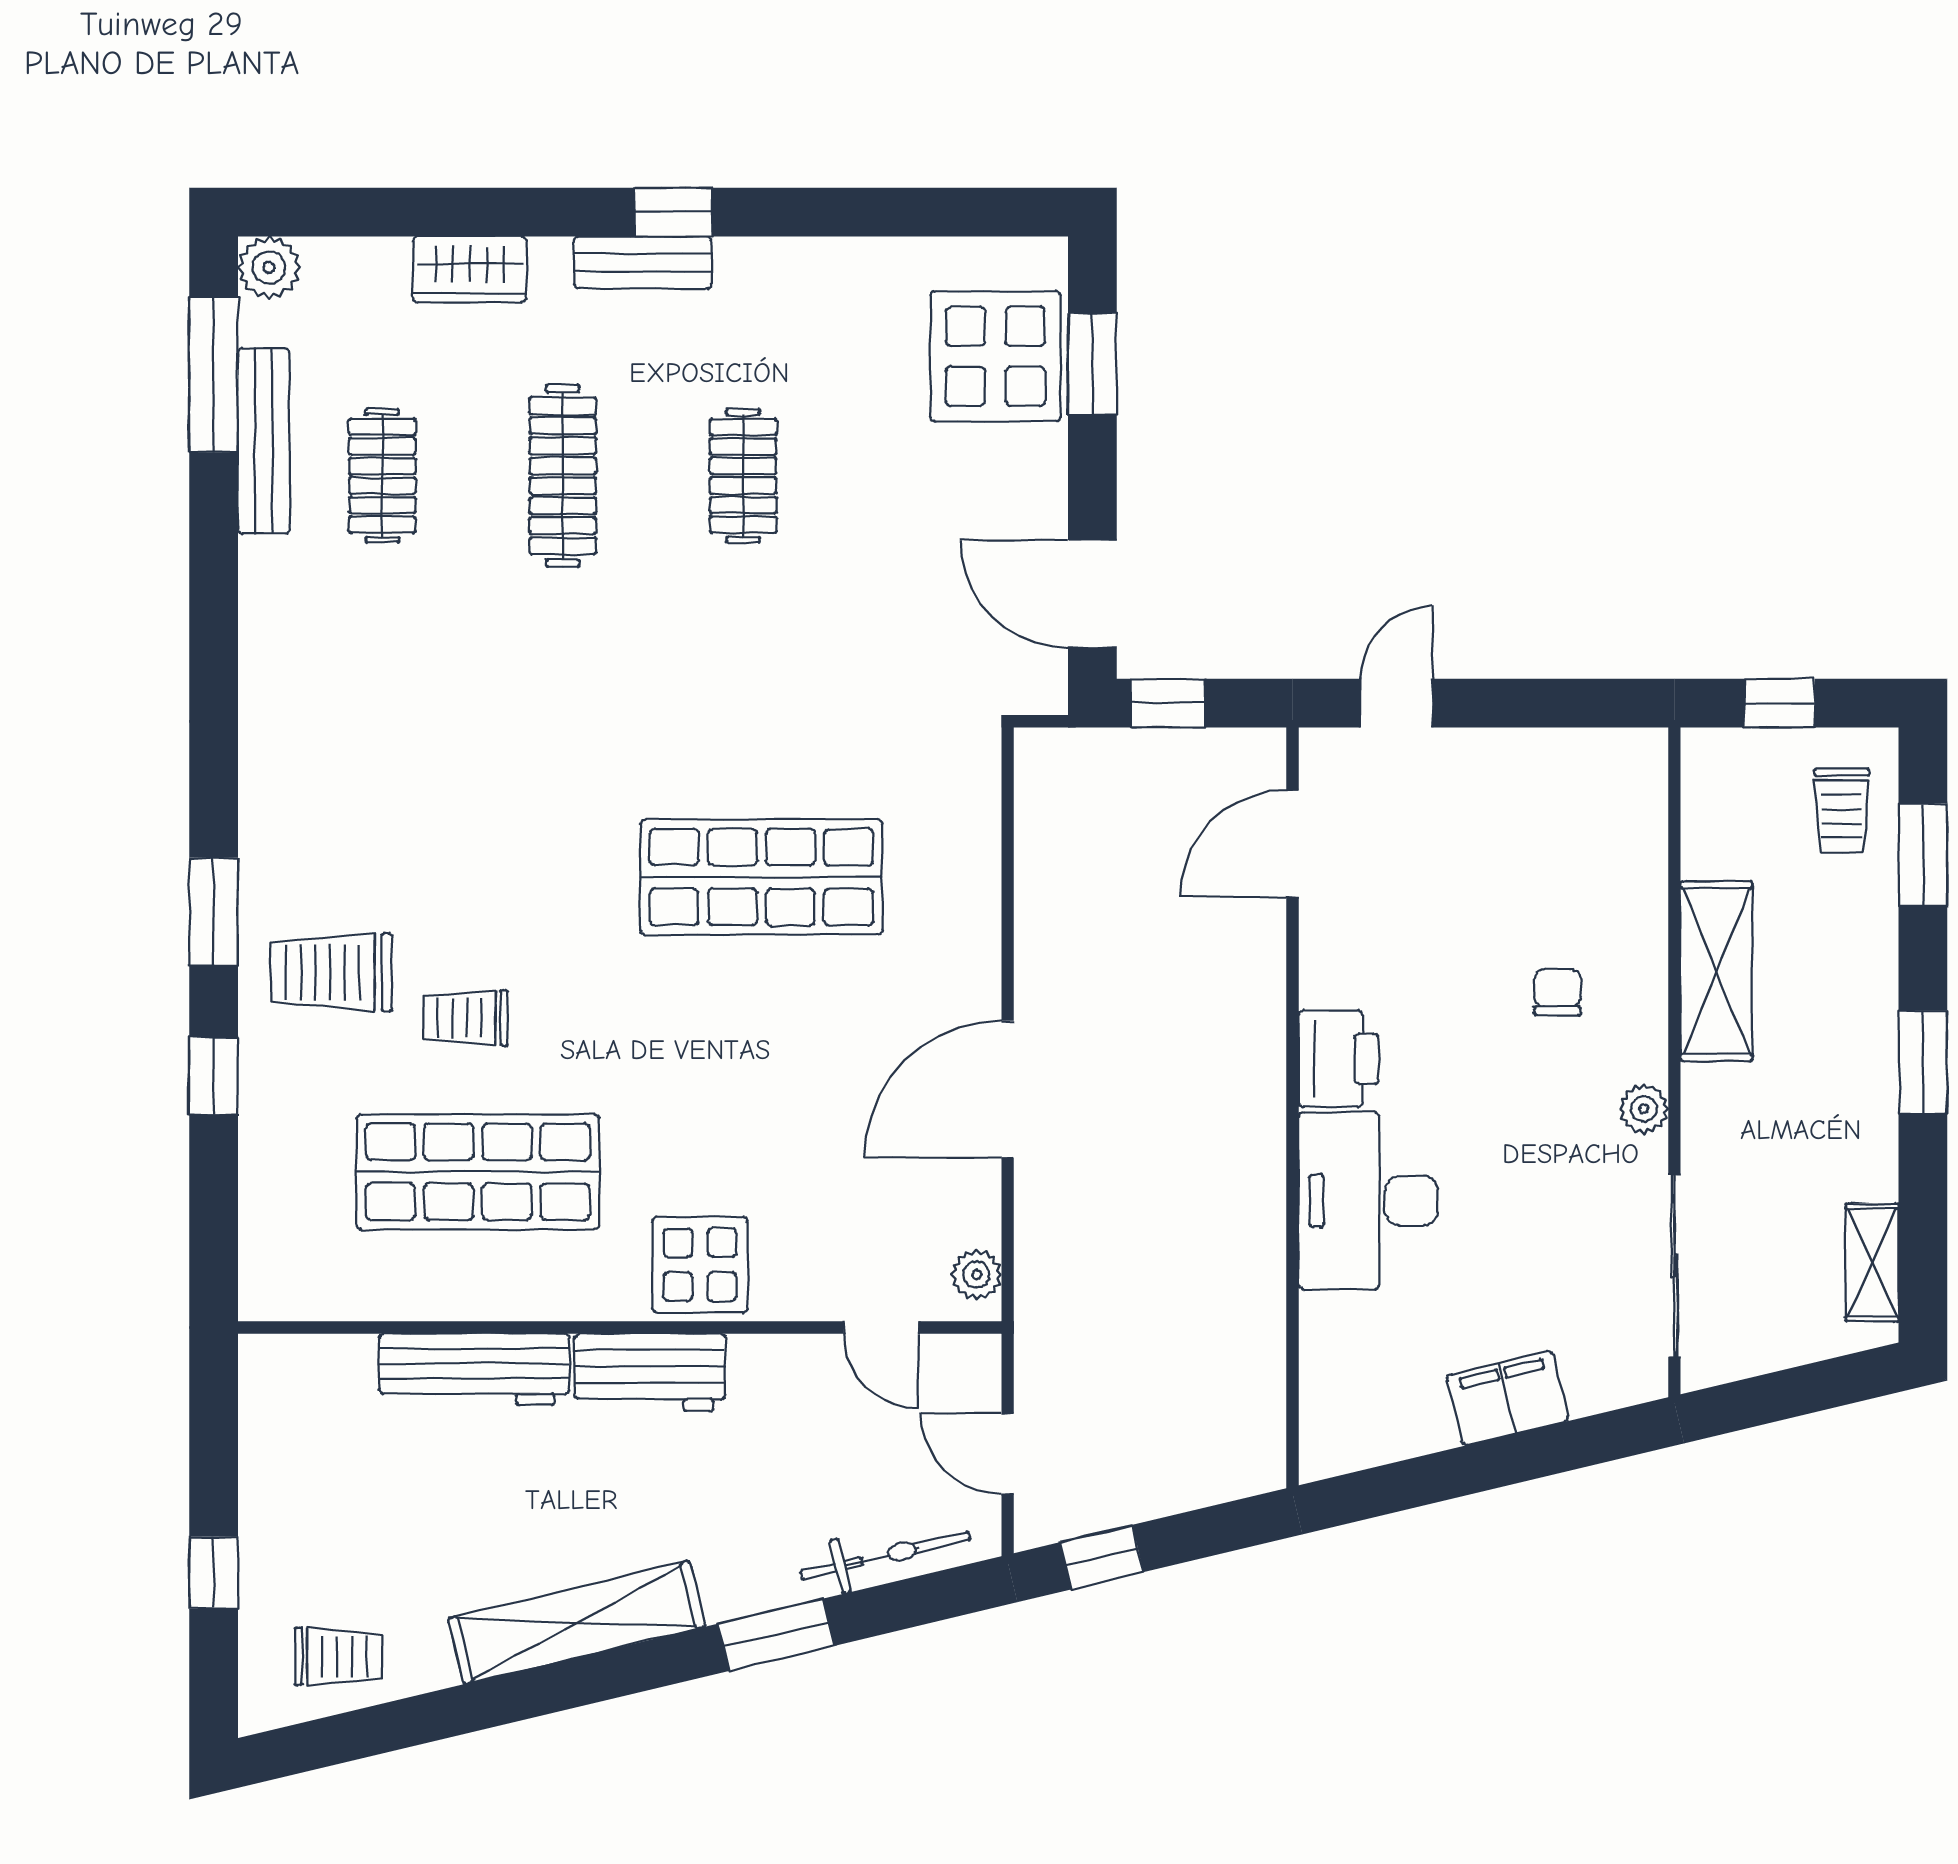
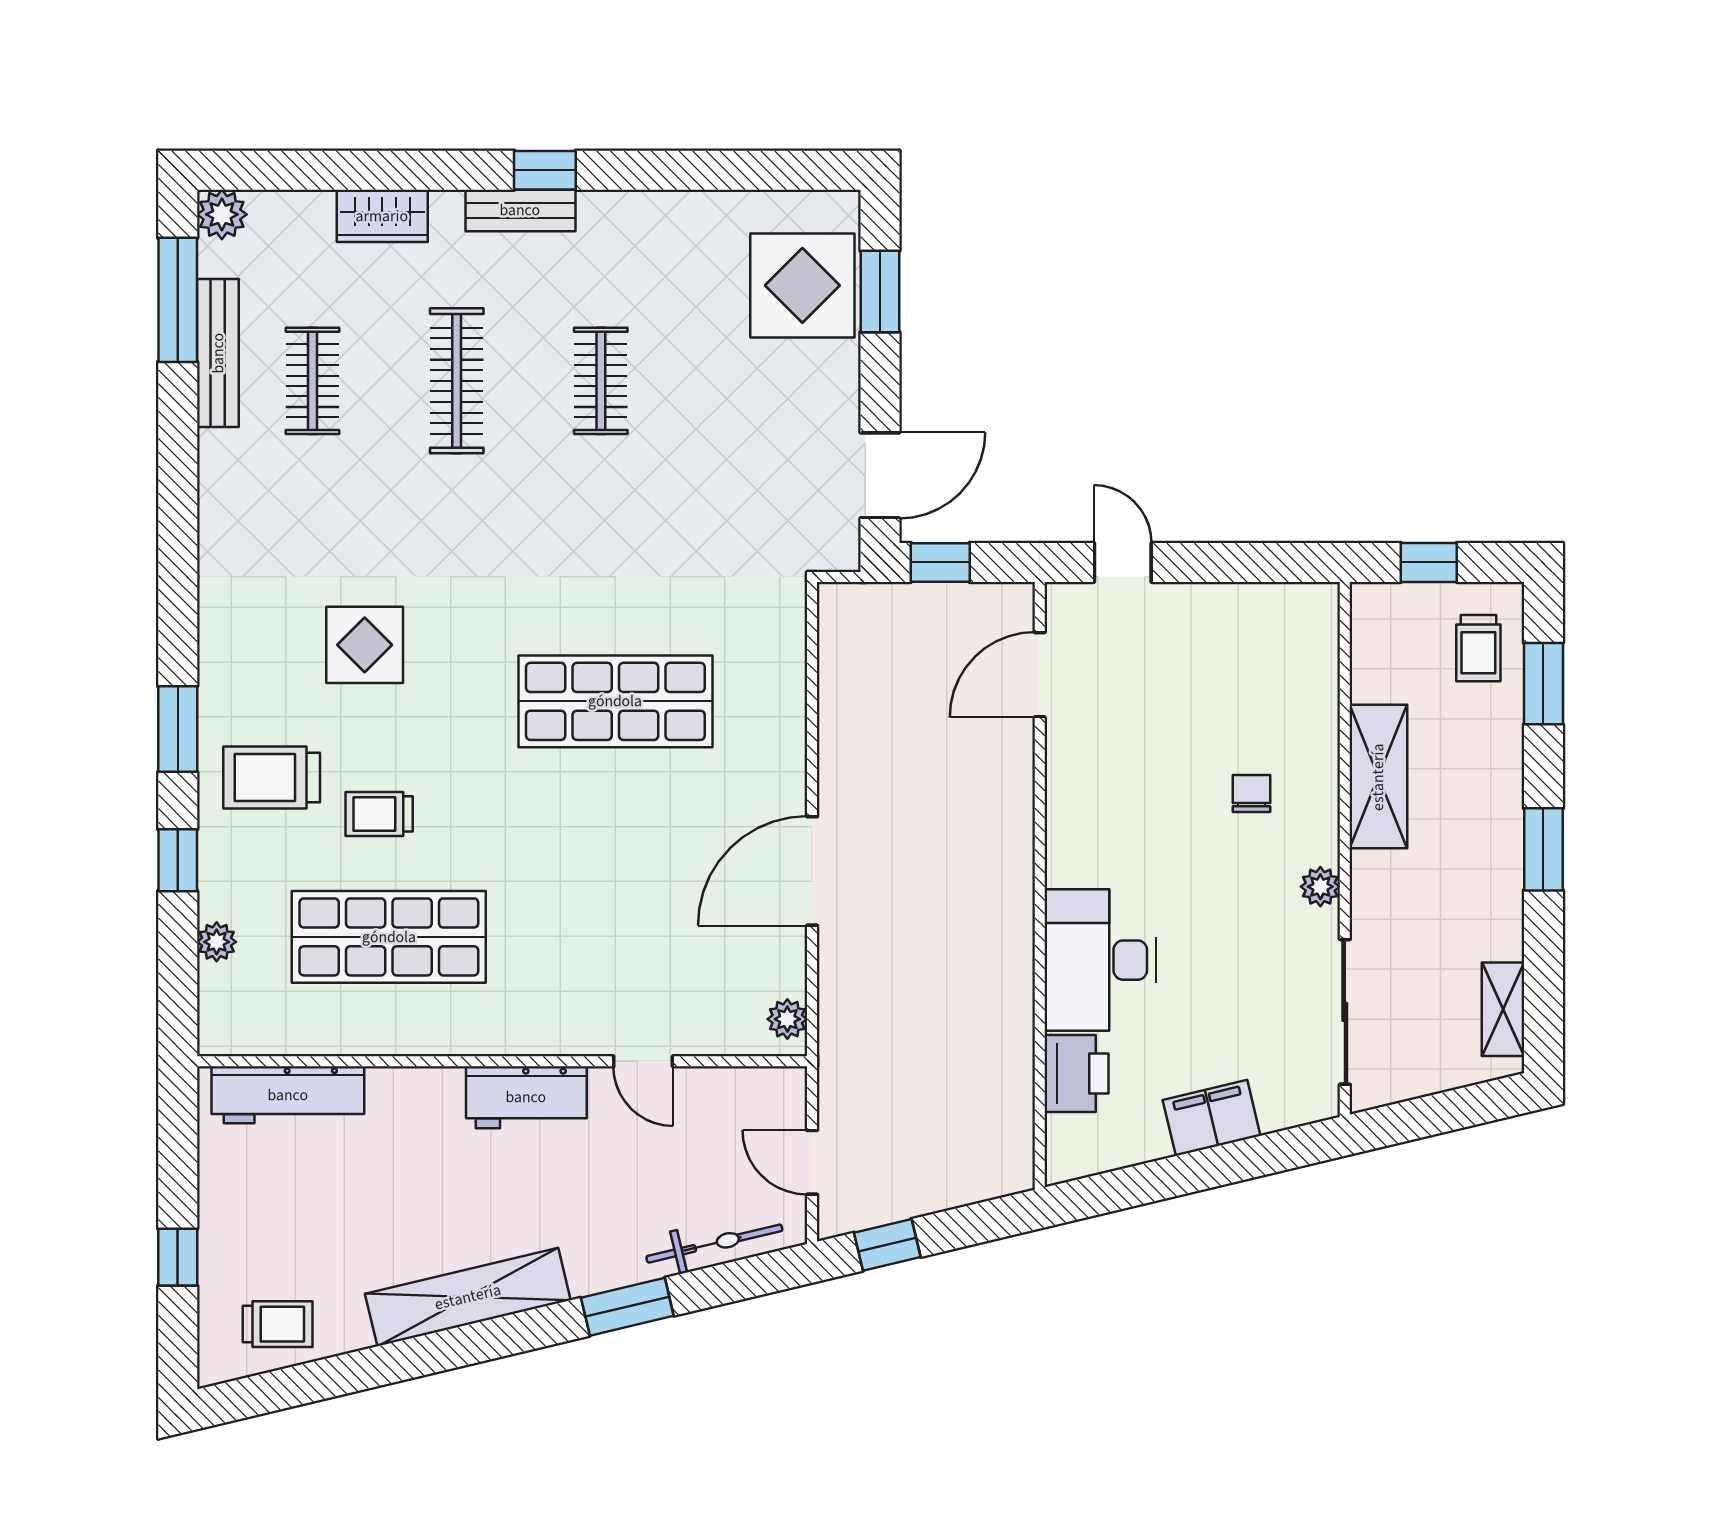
door: (1092, 594) -> (880, 475), swing flipped
door: (1396, 703) -> (1123, 562), hinge flipped
printer: (1339, 1059) -> (1077, 1073), moved
plant: (262, 1178) -> (217, 942), added
display table: (700, 1265) -> (365, 645), moved
door: (881, 1327) -> (643, 1061), moved
workbench: (474, 1369) -> (288, 1095), moved

